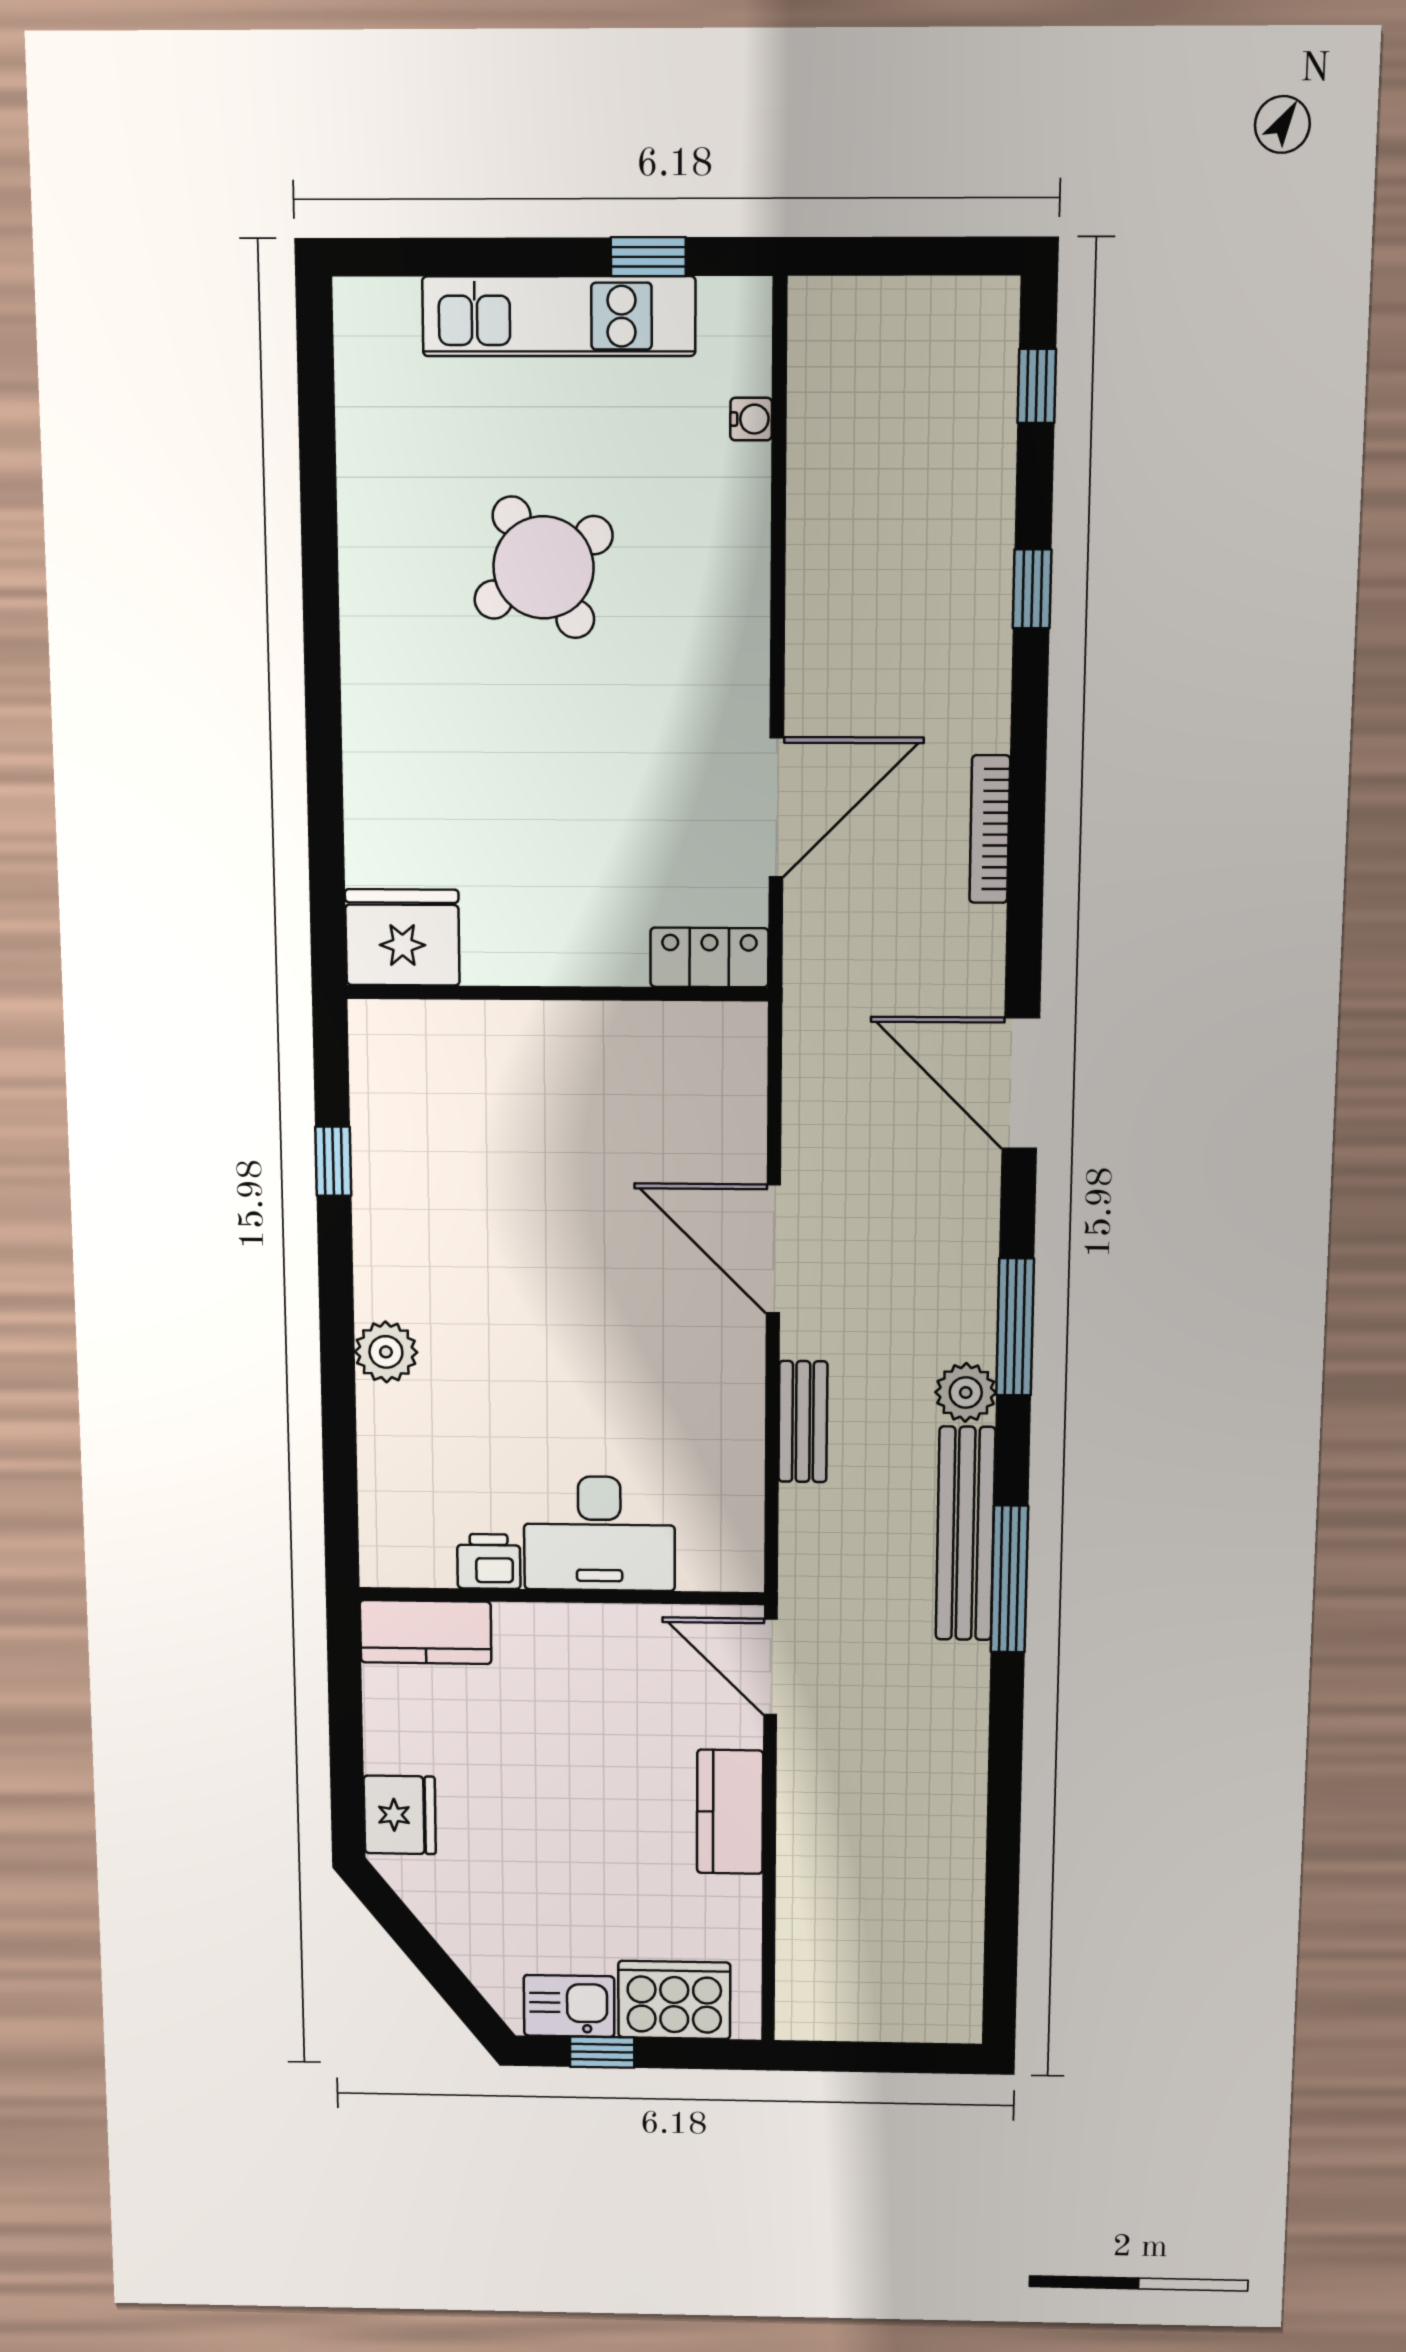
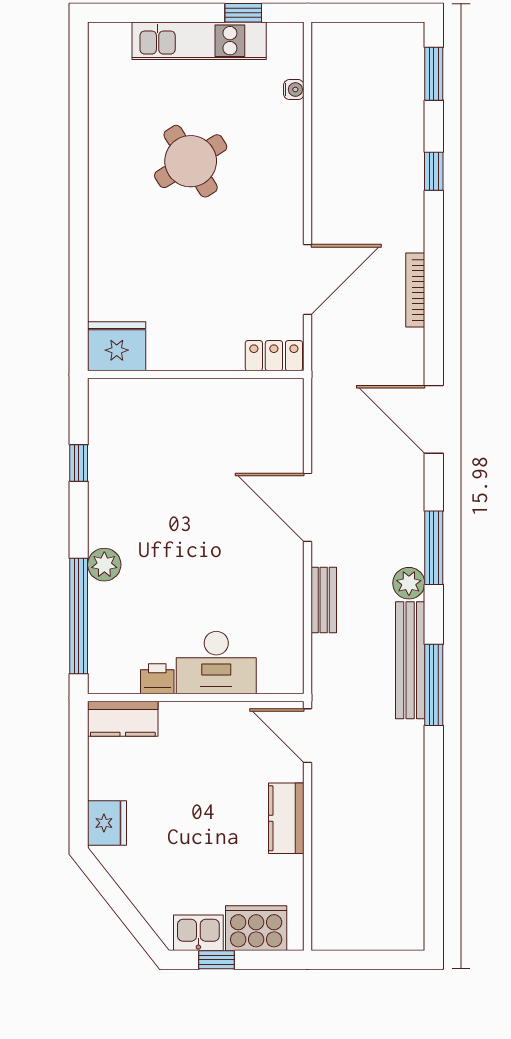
window: (1037, 386) -> (434, 74), width x1.50
window: (340, 1446) -> (79, 616), added

